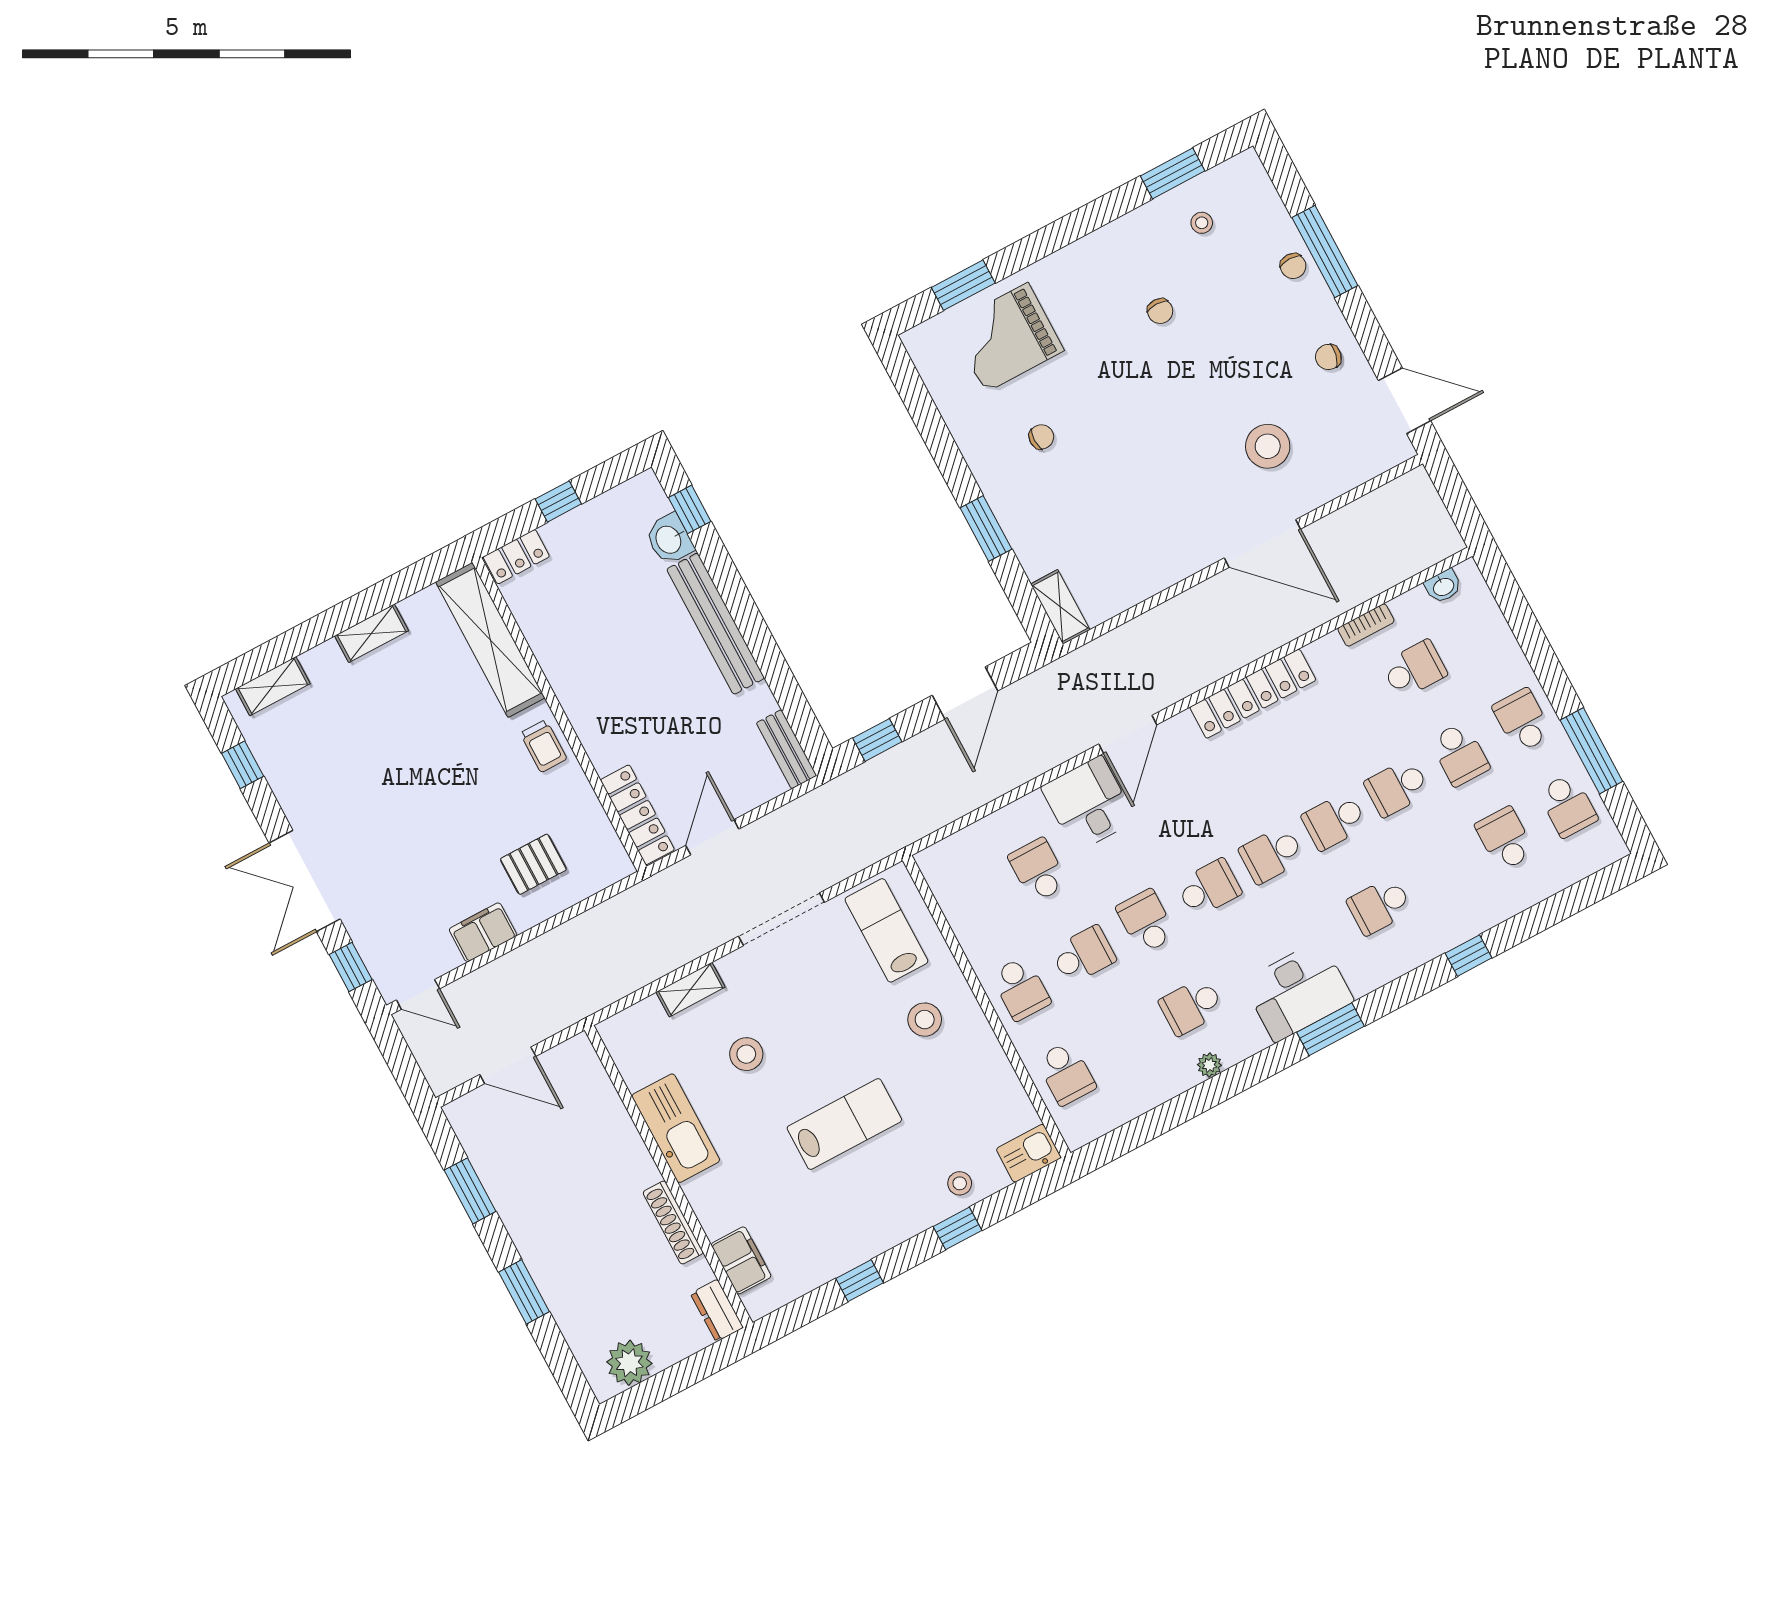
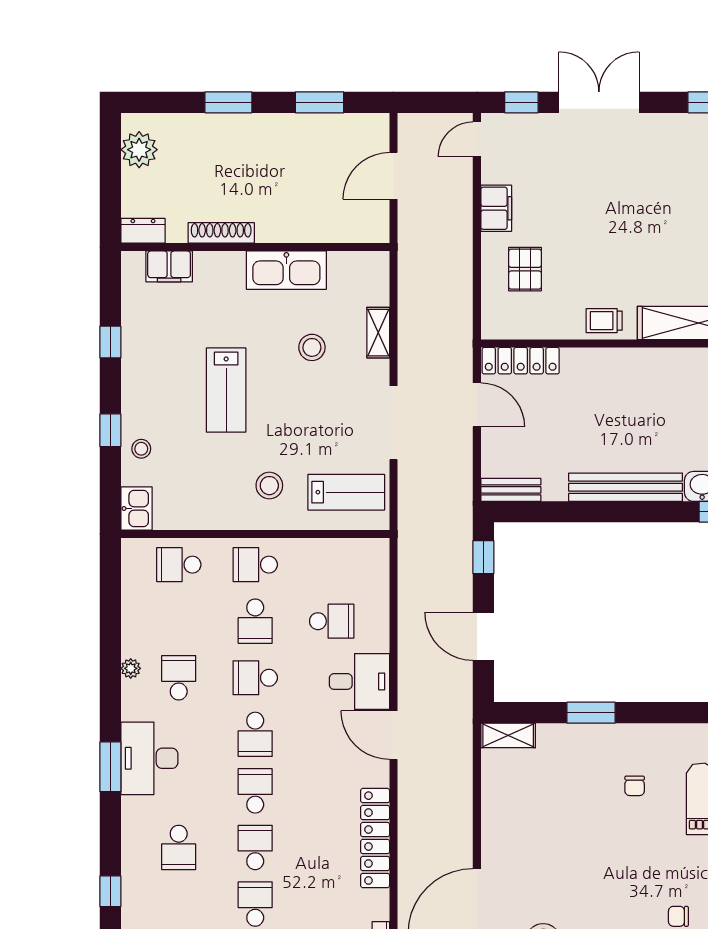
school desk: (1379, 906) -> (179, 847), turned 180
school desk: (1146, 921) -> (255, 678), turned 180

